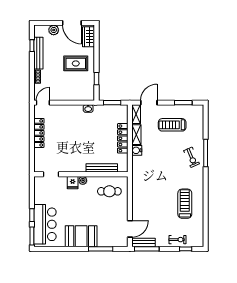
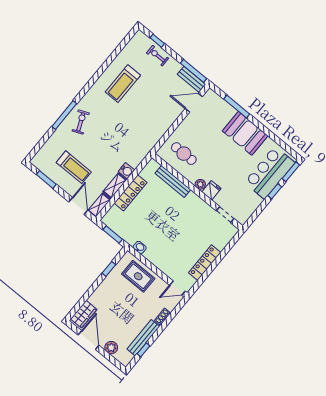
rug: (76, 63) -> (138, 276), moved
door: (149, 103) -> (78, 206), swing flipped

